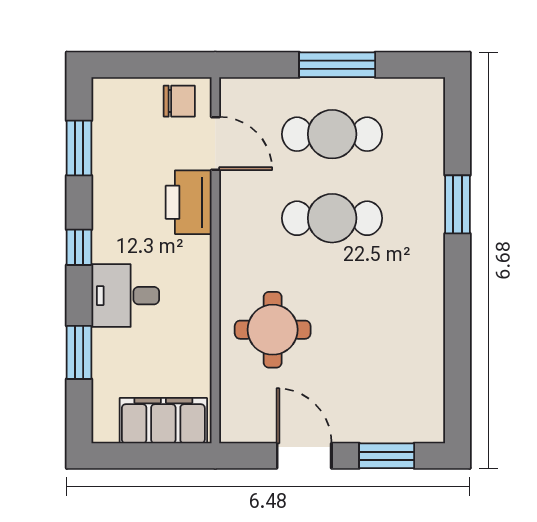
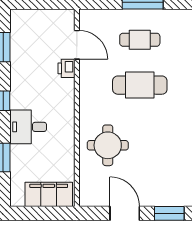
chair: (179, 101) -> (57, 22), removed
cafe table: (332, 134) -> (140, 40), width x0.73, depth x0.74
printer: (189, 202) -> (66, 68), width x0.53, depth x0.68

